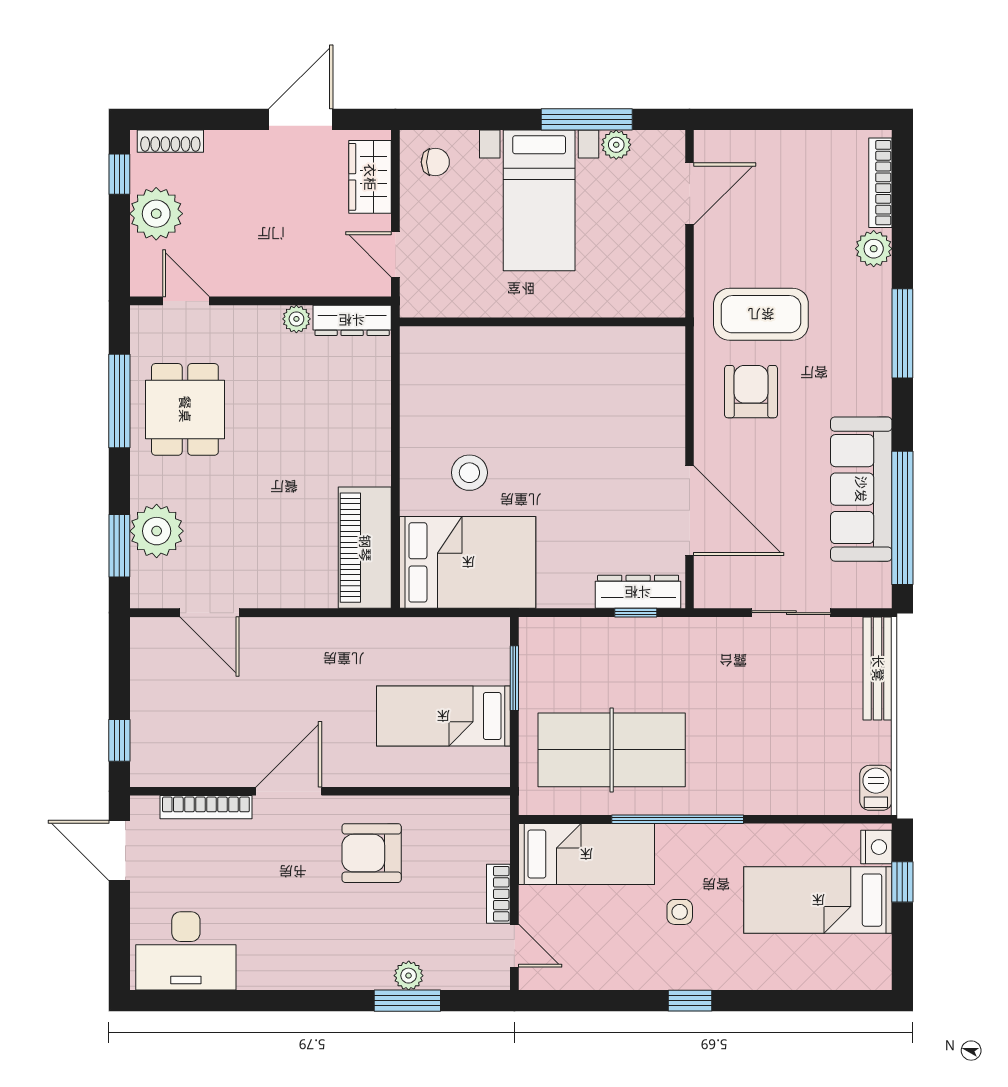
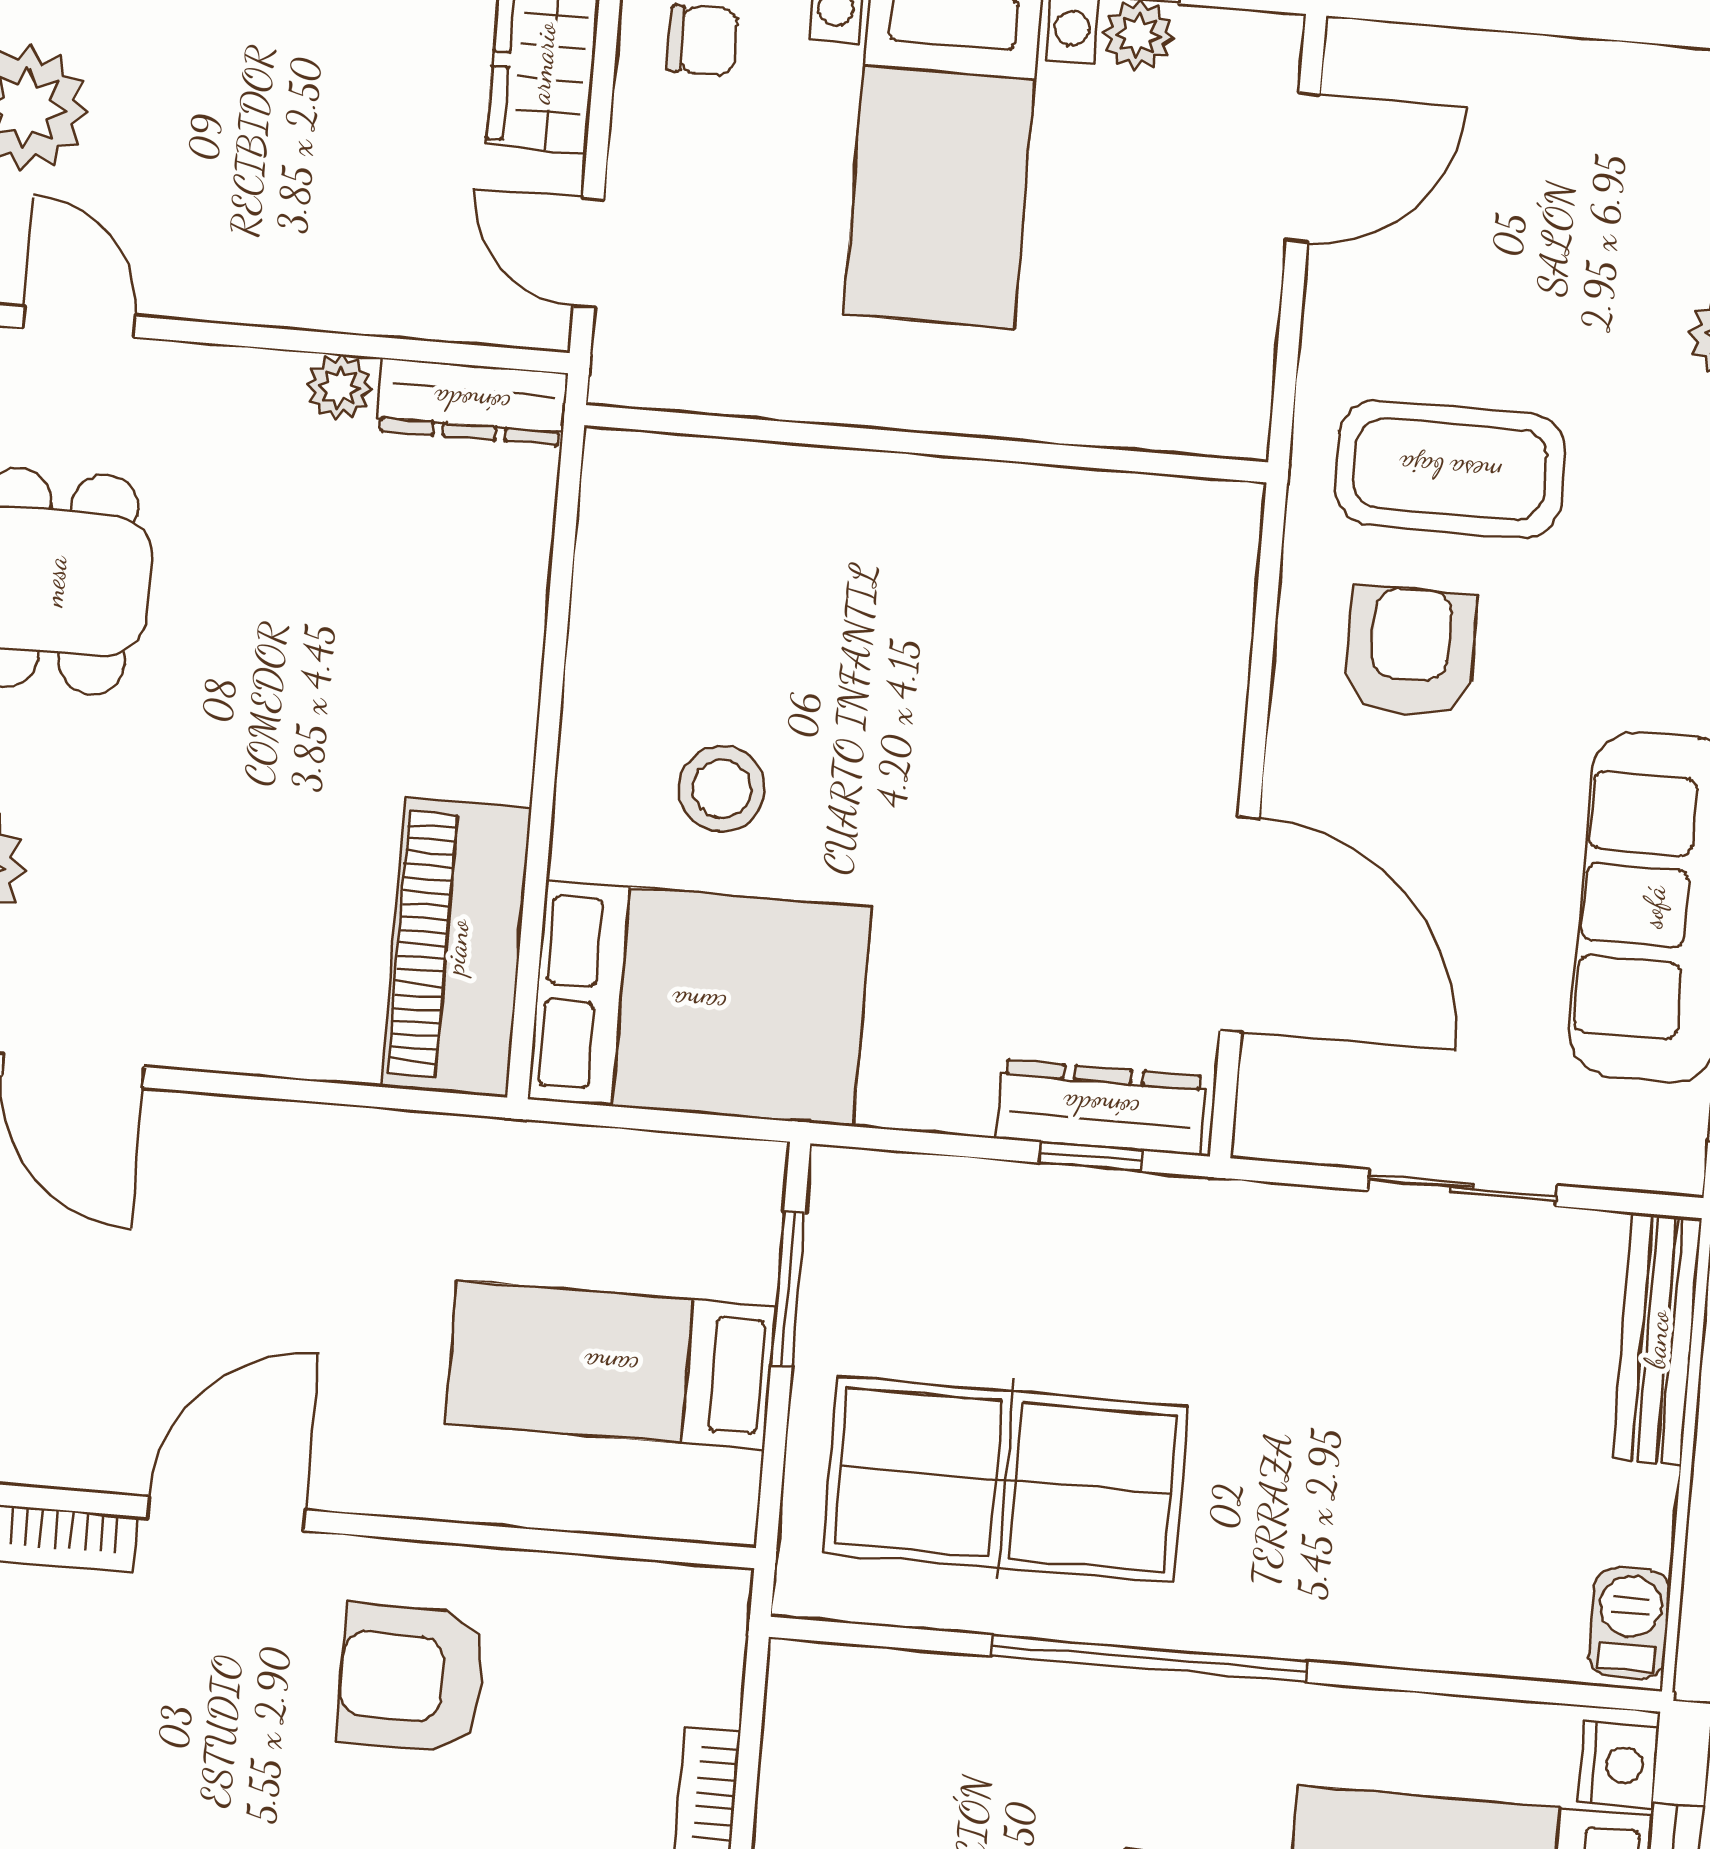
bed: (586, 854) -> (925, 1723), removed

